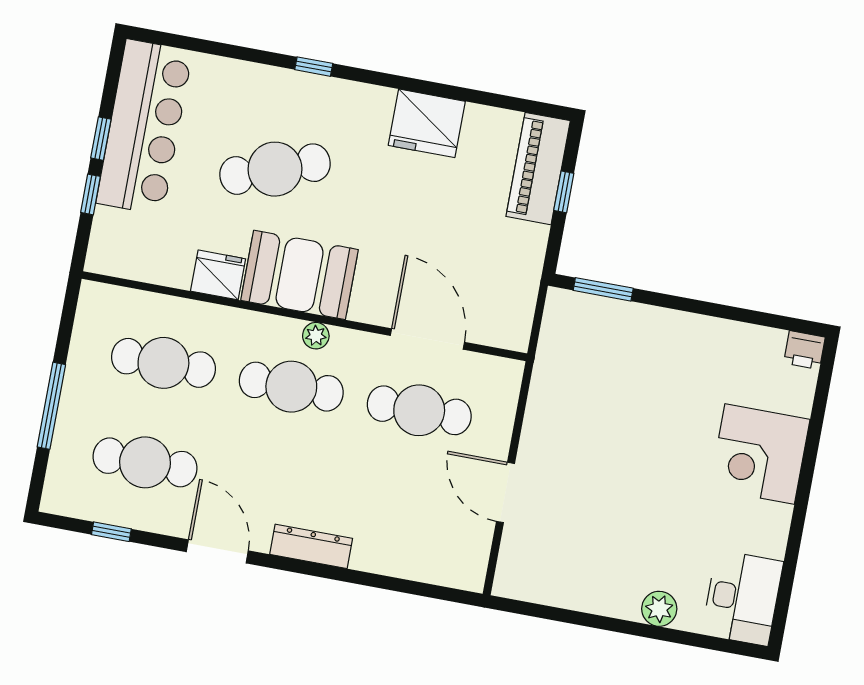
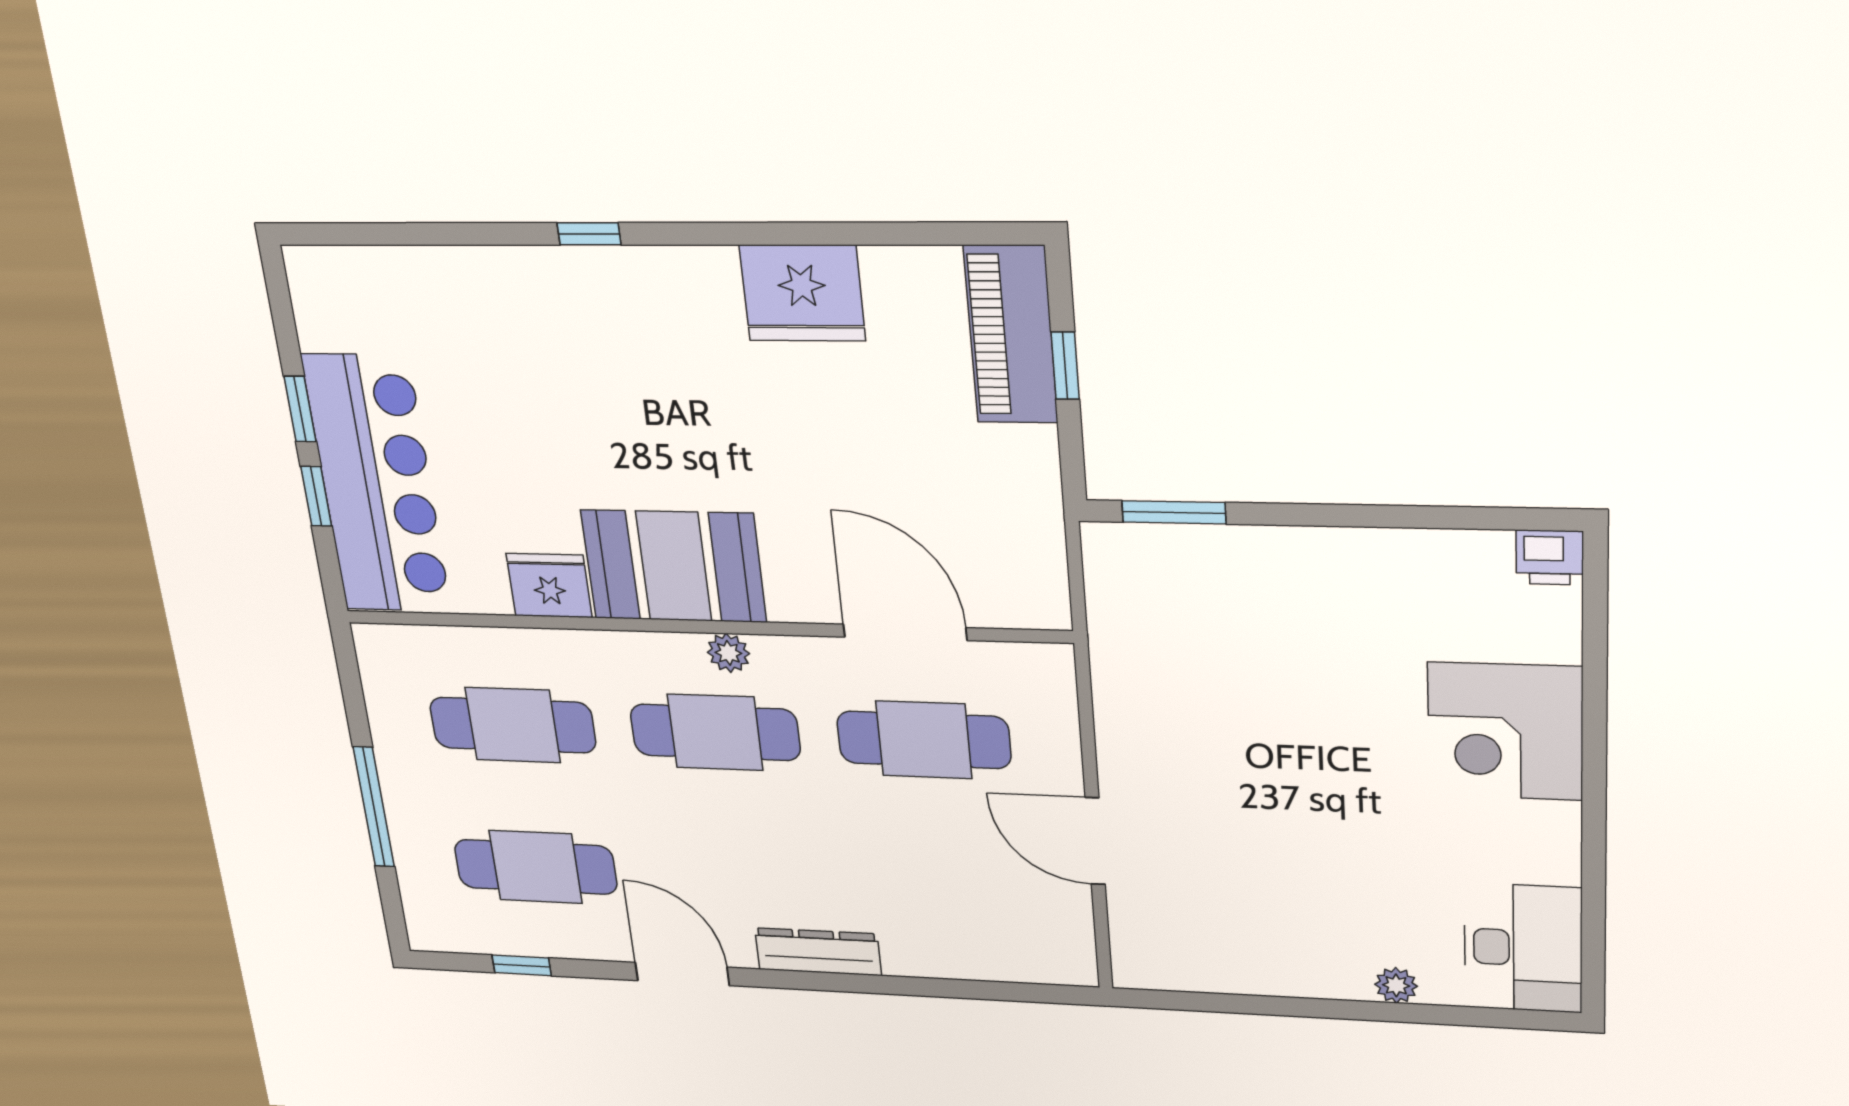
bar counter: (144, 127) -> (377, 484), moved
cafe table: (275, 169) -> (582, 410), removed
plant: (659, 609) -> (1396, 985), width x0.73, depth x0.73

